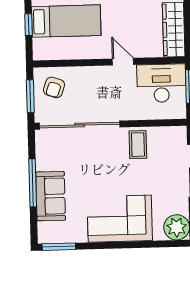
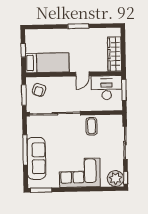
bed: (66, 21) -> (47, 63), moved
door: (123, 62) -> (82, 74), swing flipped
sofa: (51, 196) -> (36, 158), width x1.36

